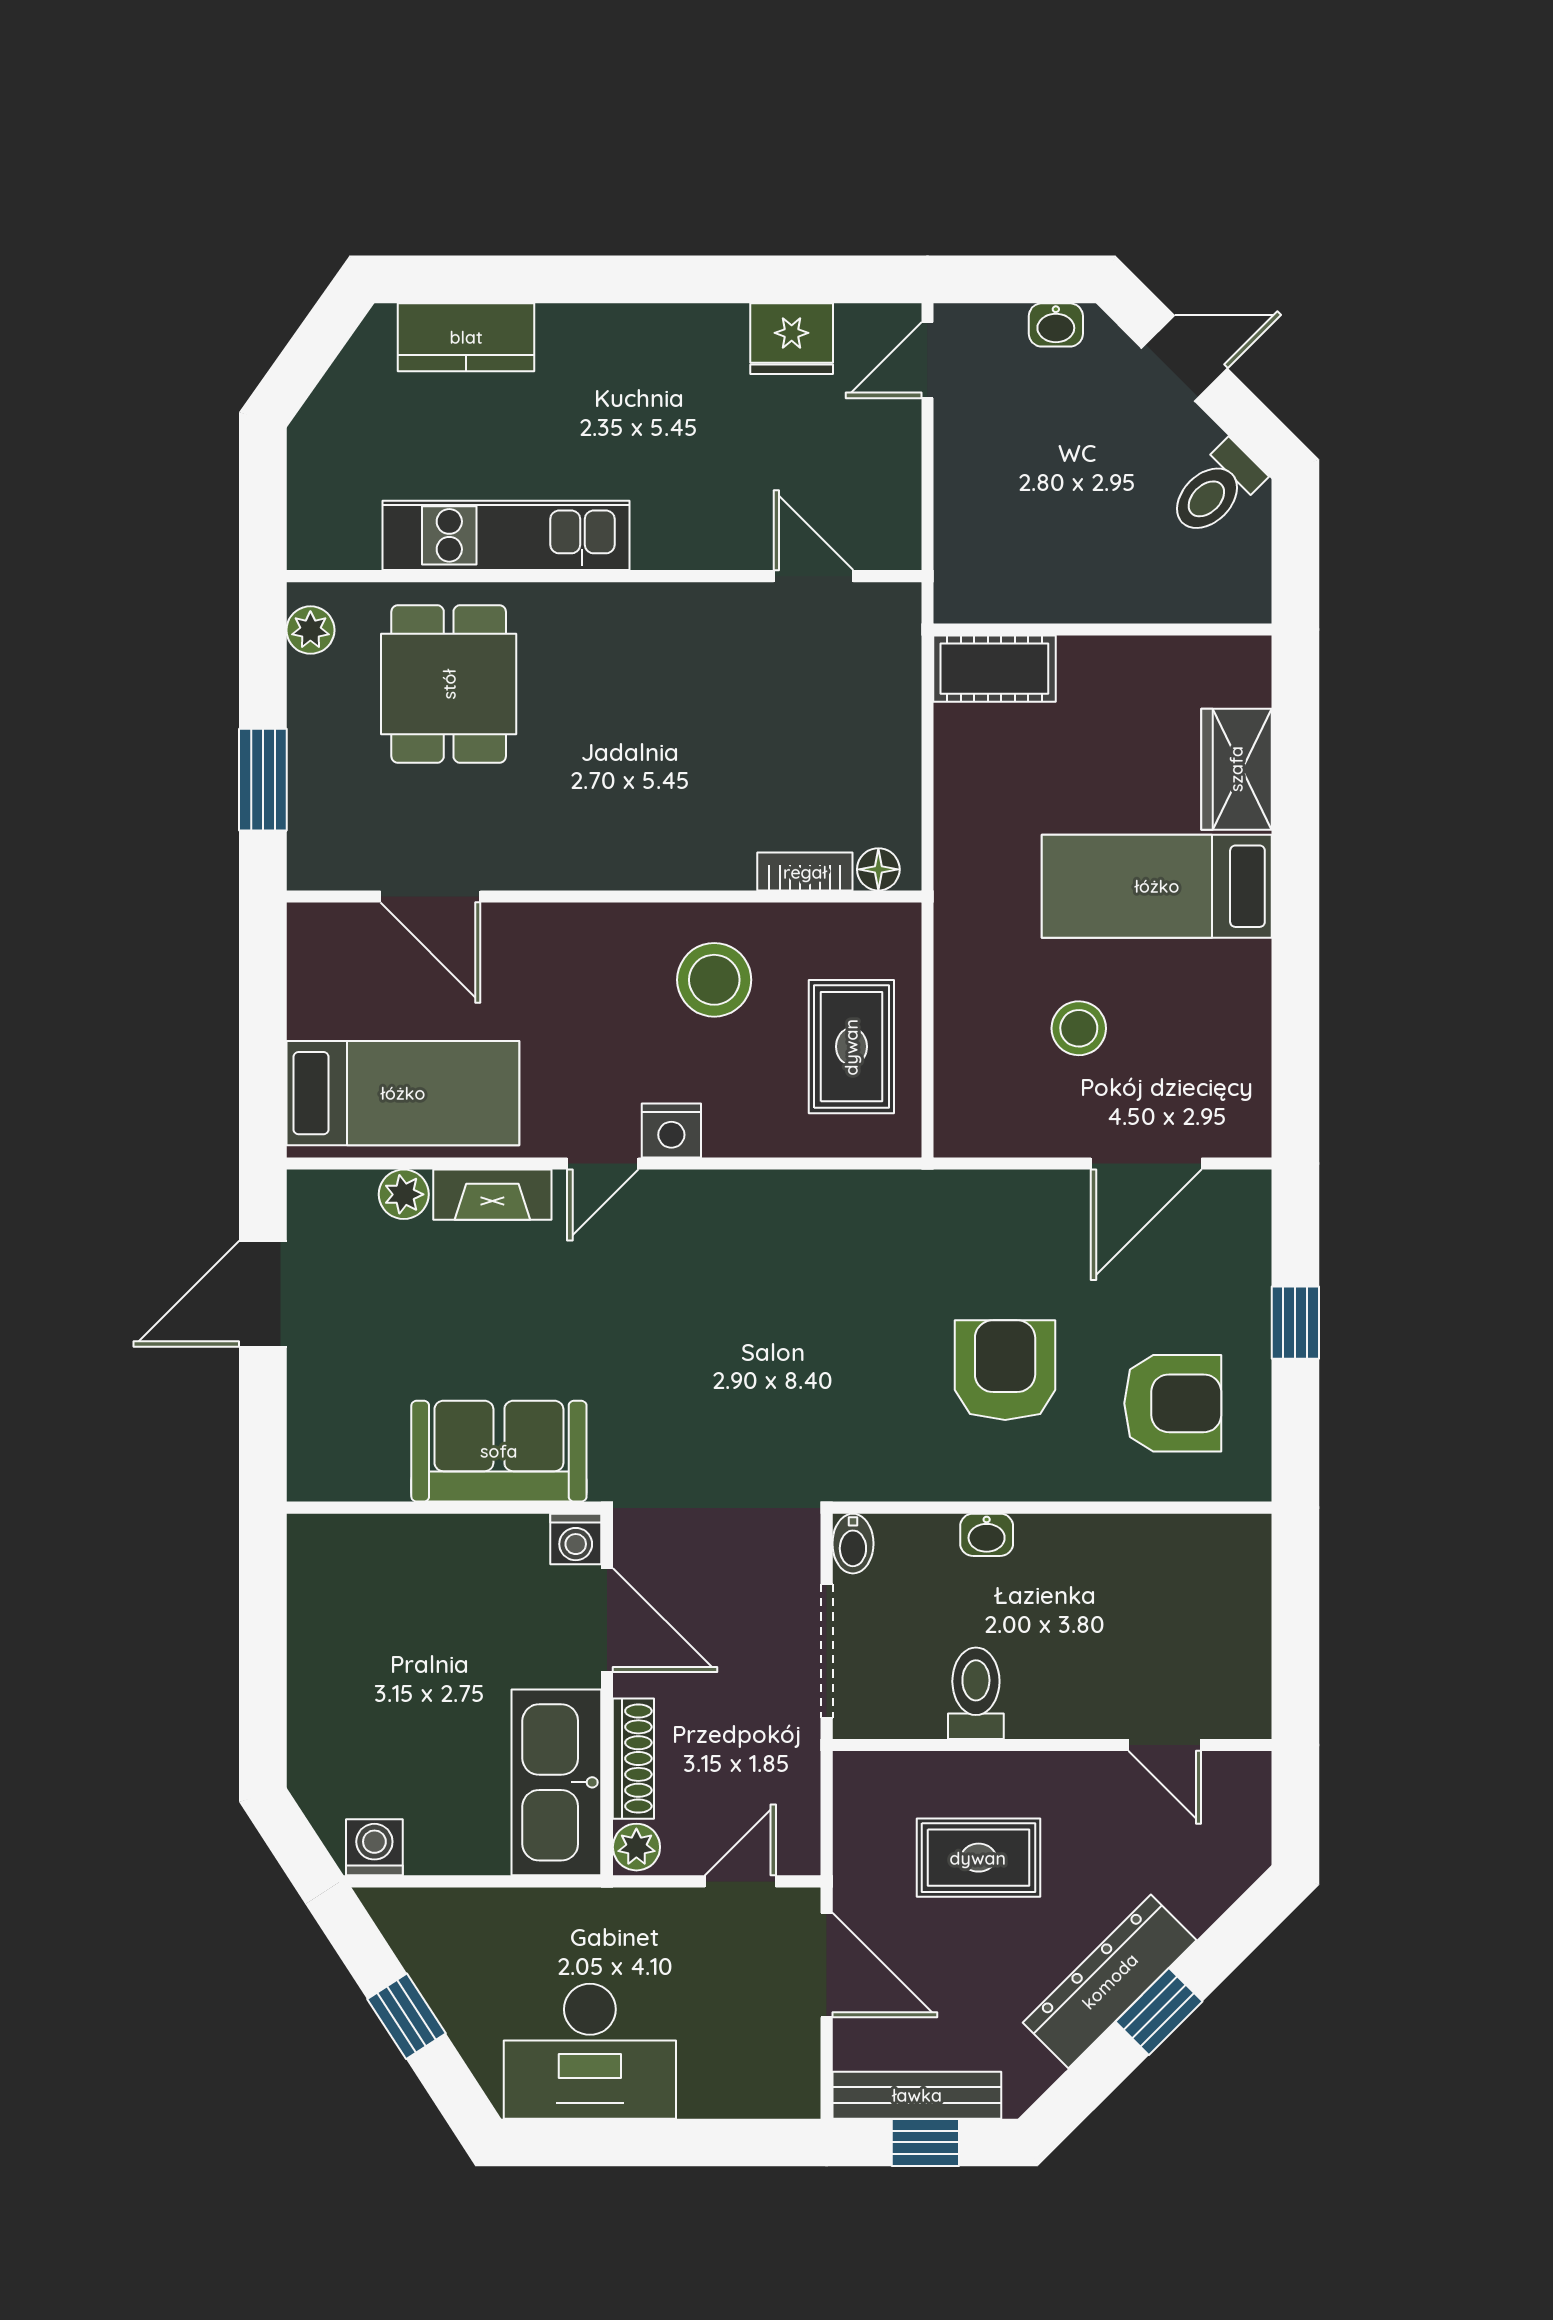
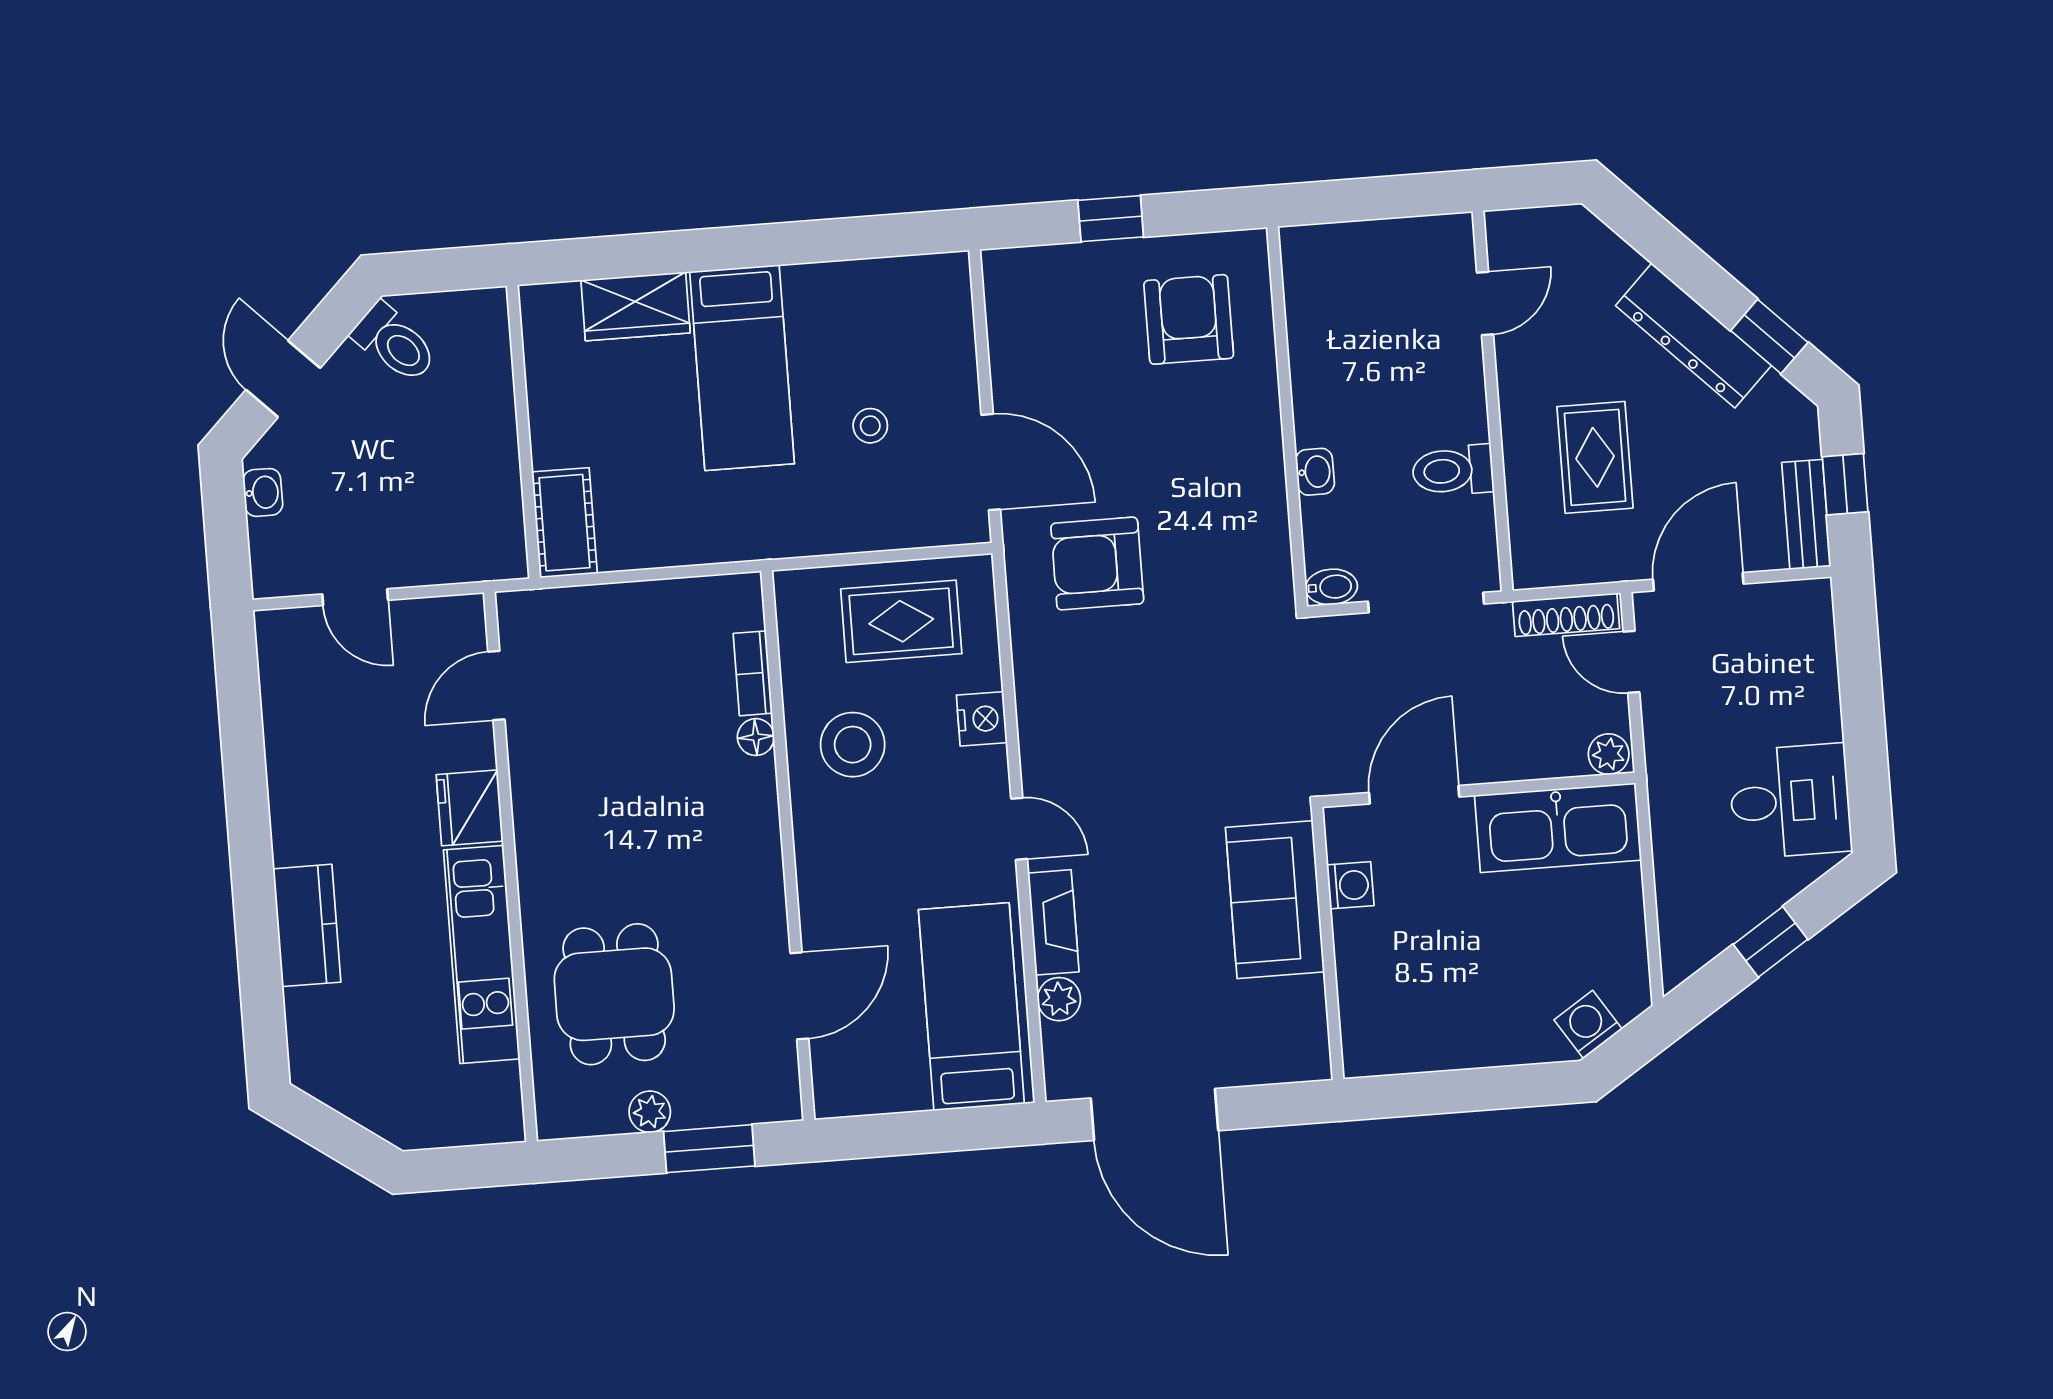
kitchen counter: (466, 337) -> (307, 925), moved
fridge: (792, 339) -> (470, 808), moved, turned 180
door: (927, 360) -> (355, 597), moved
plant: (310, 630) -> (650, 1112), moved
dining table: (449, 684) -> (614, 994), turned 90
floor lamp: (878, 869) -> (756, 737), moved
stool: (1079, 1028) -> (870, 426), width x0.73, depth x0.73
nightstand: (671, 1130) -> (982, 719), moved
door: (1146, 1163) -> (991, 462), moved
door: (263, 1294) -> (1154, 1114), width x1.36
armchair: (1005, 1370) -> (1097, 564), moved
washing machine: (576, 1539) -> (1350, 885), moved
shoe rack: (633, 1759) -> (1566, 615), moved, turned 180
washing machine: (374, 1847) -> (1588, 1024), moved, turned 57
window: (1159, 2011) -> (1769, 336), moved
desk: (590, 2051) -> (1790, 801), width x0.73
bench: (917, 2095) -> (1806, 514), width x0.73

